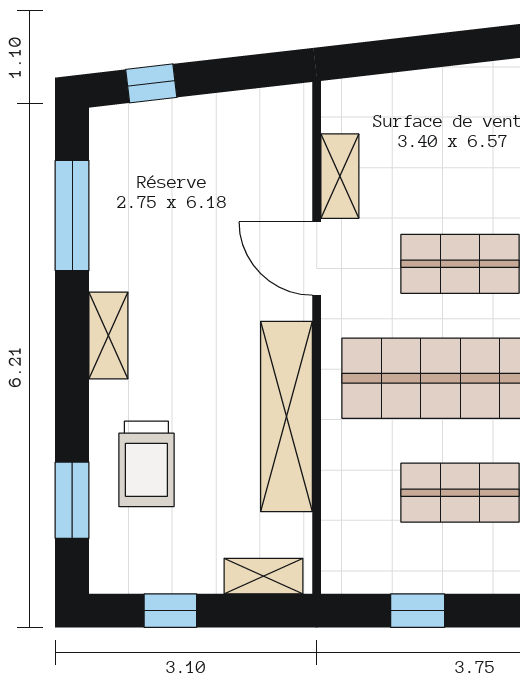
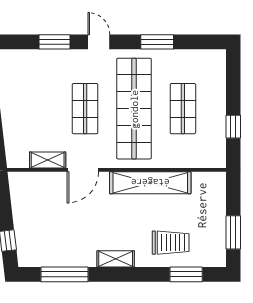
shelving: (264, 576) -> (218, 193), removed
window: (170, 611) -> (233, 232), width x1.50

